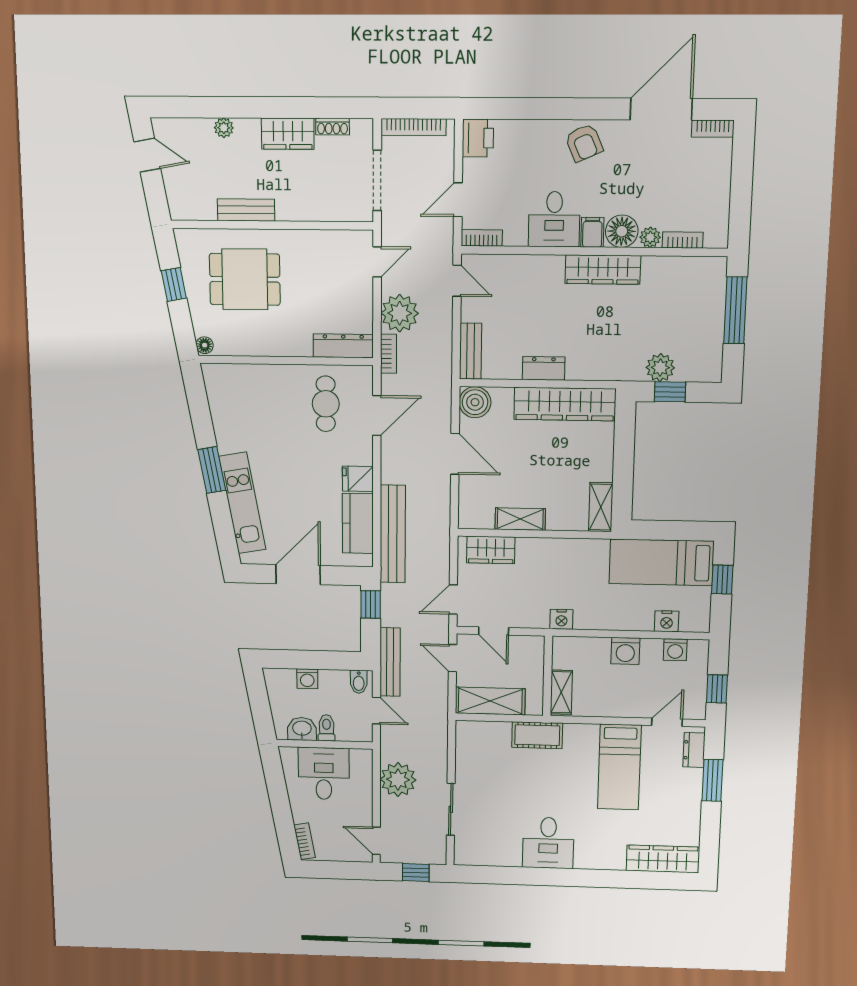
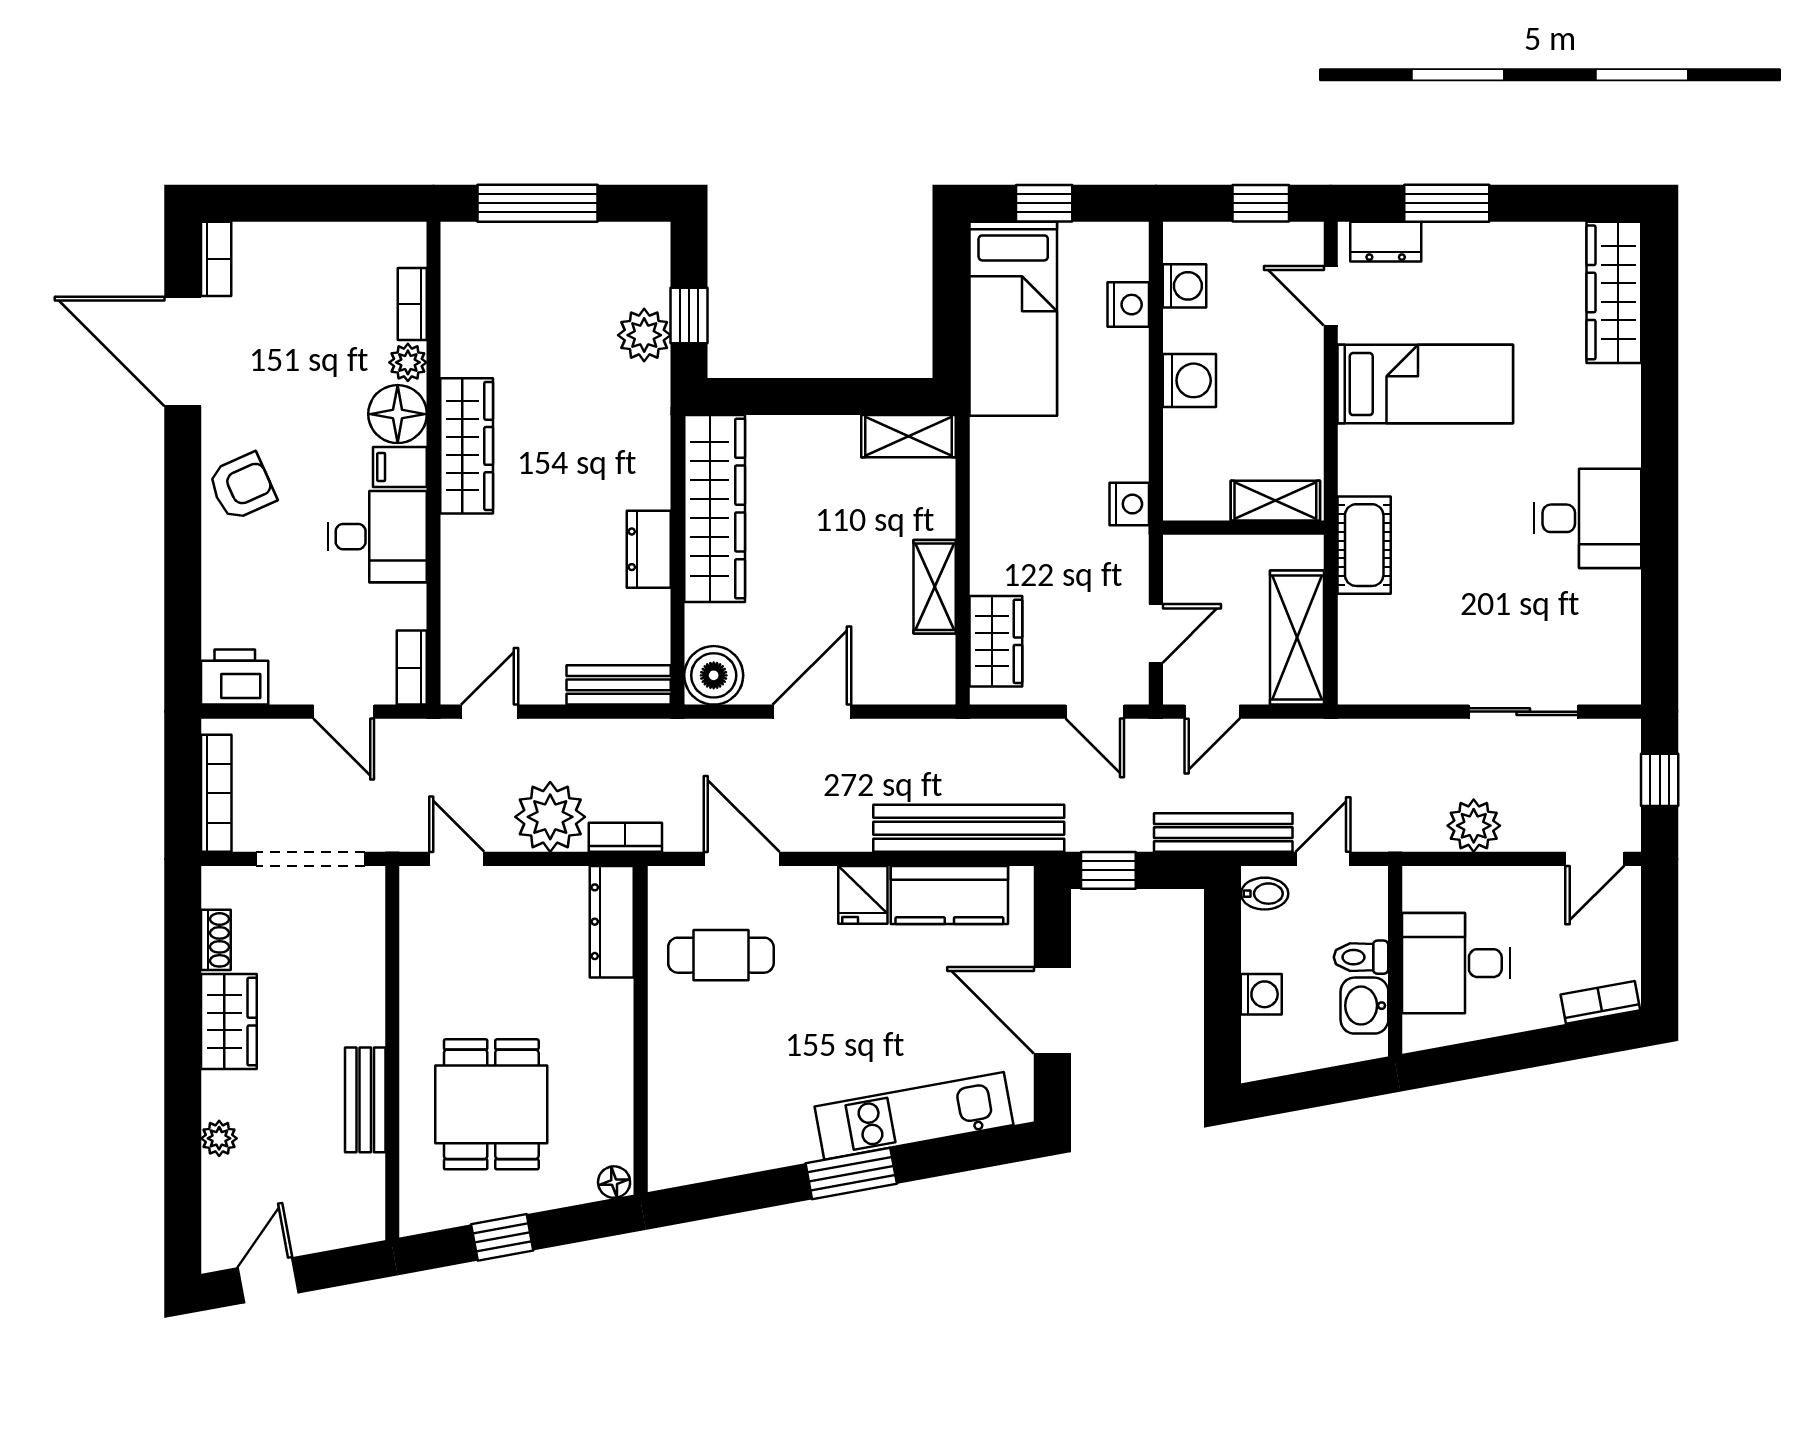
plant: (398, 780) -> (1474, 826), width x0.73, depth x0.73

